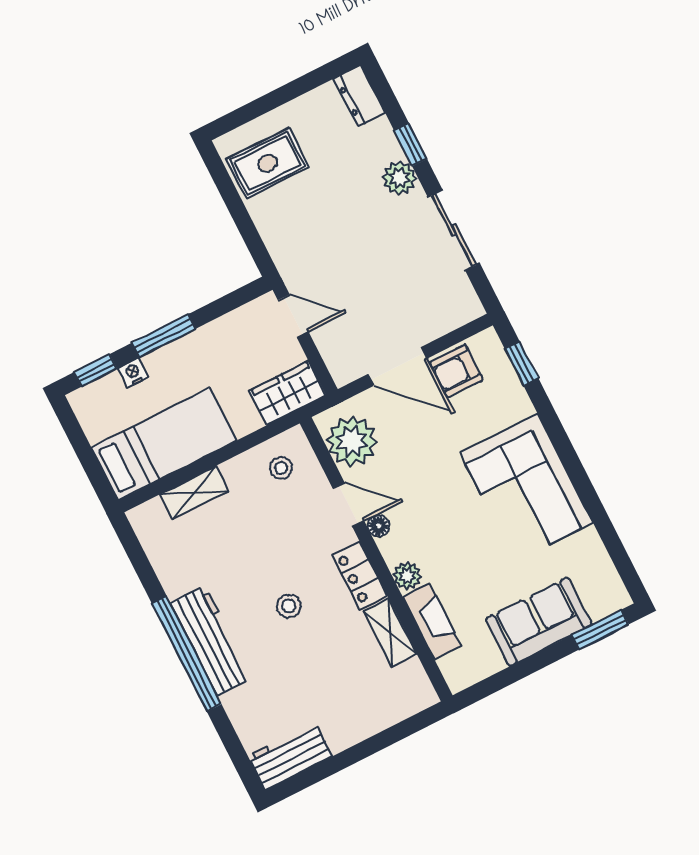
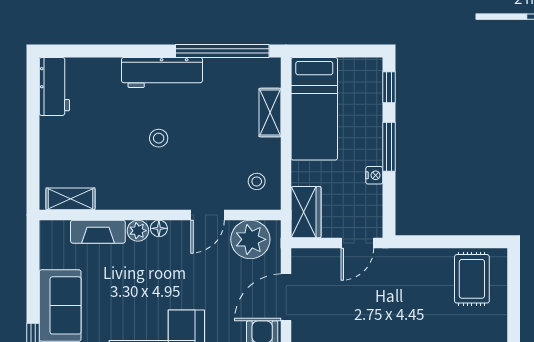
nightstand: (133, 373) -> (374, 175), moved
floor lamp: (379, 526) -> (159, 228), moved
locker: (360, 576) -> (155, 198), removed
shelving: (390, 633) -> (71, 199), moved
window: (187, 654) -> (222, 51), moved

